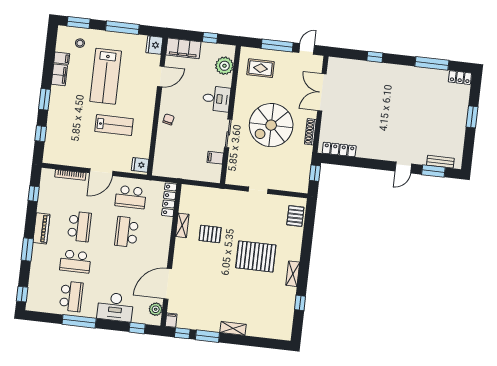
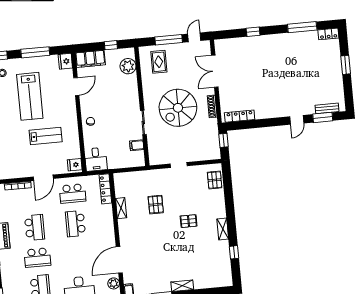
rug: (261, 68) -> (159, 62), turned 90
desk: (216, 99) -> (96, 159), moved, turned 90
pallet: (210, 234) -> (156, 205), moved, turned 90
pallet: (256, 256) -> (189, 221), width x0.49, depth x0.50

